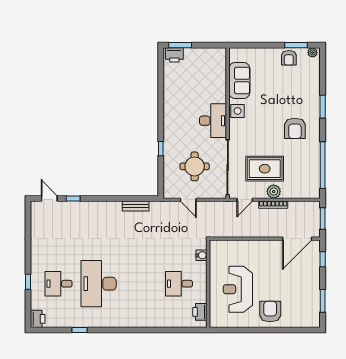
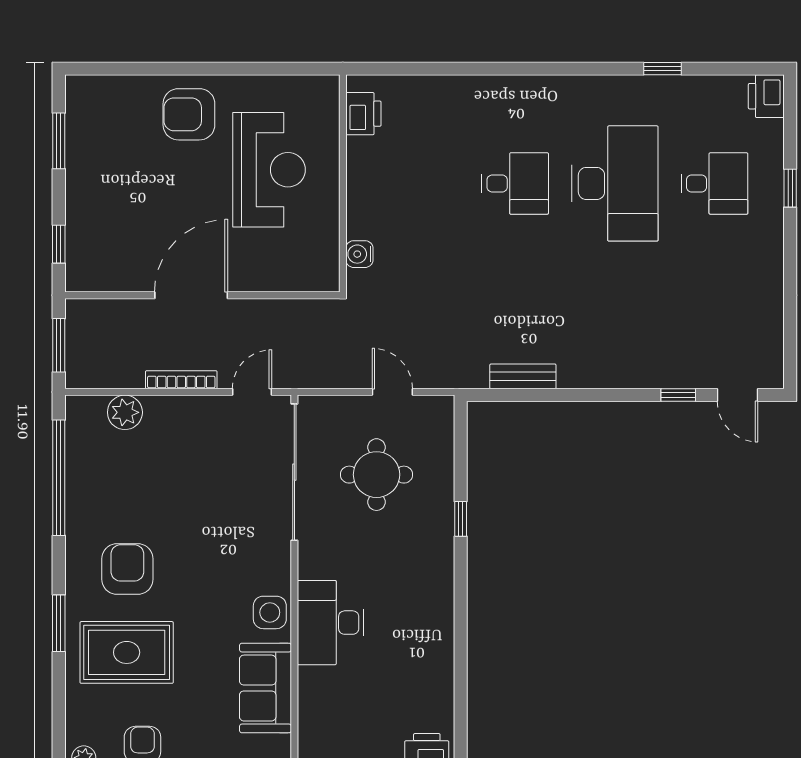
desk: (213, 121) -> (331, 623), moved
rug: (265, 169) -> (127, 652), moved
plant: (274, 192) -> (125, 412), moved
door: (297, 239) -> (191, 295), moved
desk: (179, 284) -> (515, 183), moved
armchair: (270, 312) -> (189, 114), turned 90

